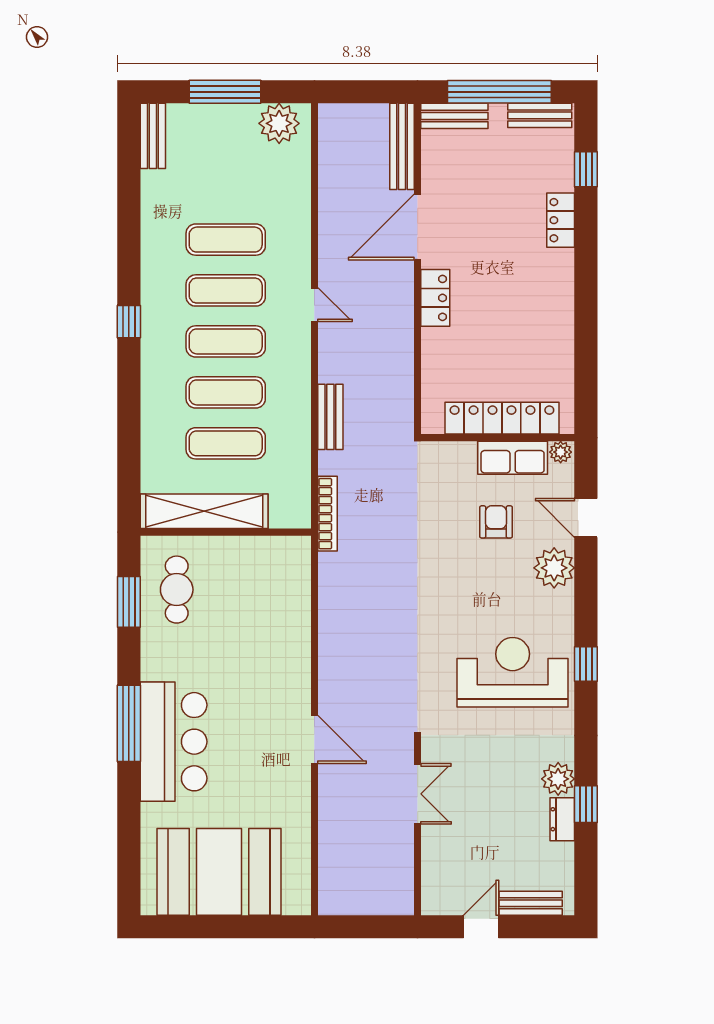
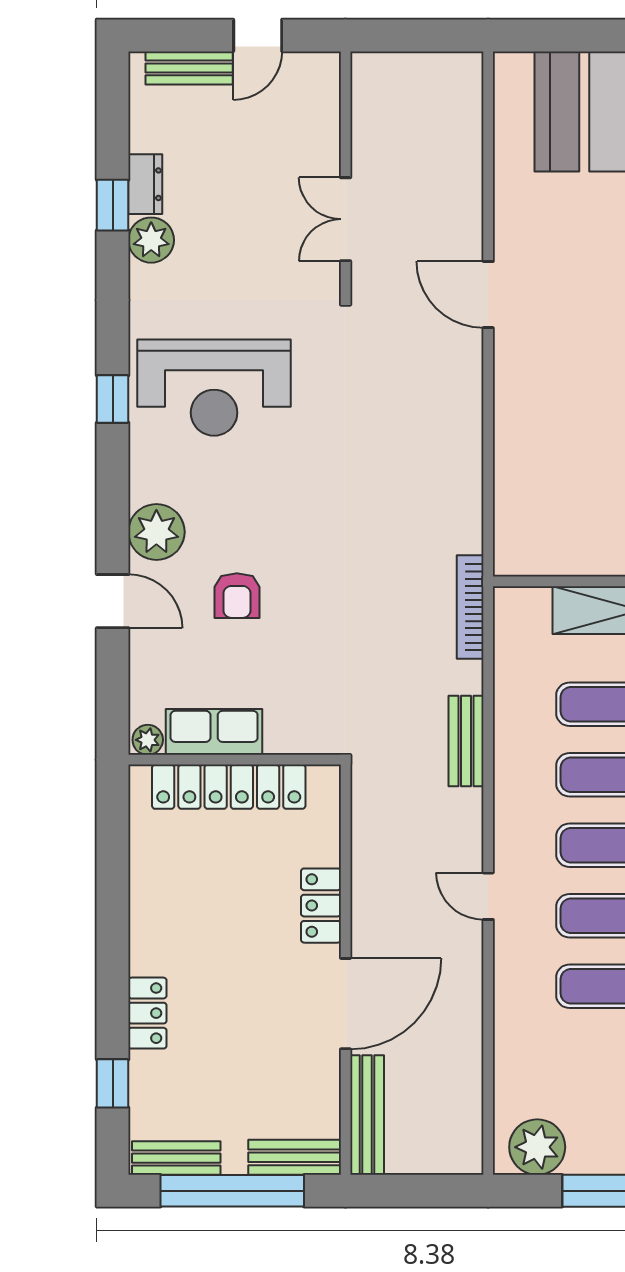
locker: (502, 418) -> (229, 787), moved
wall: (498, 438) -> (235, 760), moved
plant: (561, 452) -> (148, 740), moved
row of seats: (513, 458) -> (214, 732), moved

